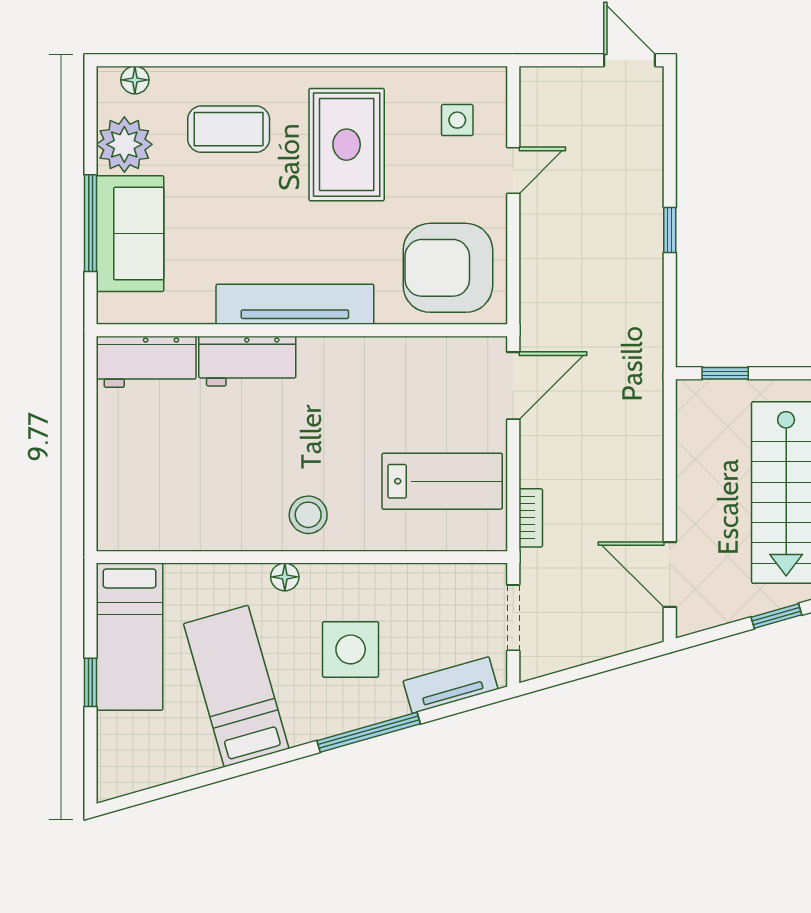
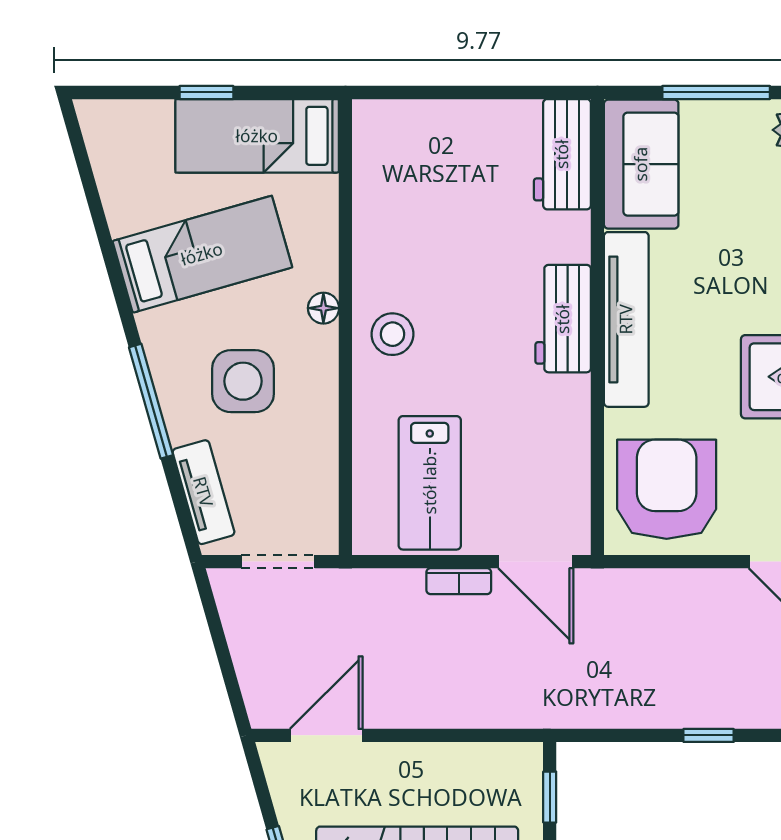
sofa: (130, 234) -> (641, 164), moved, turned -90
workbench: (247, 361) -> (563, 319), moved
bookcase: (531, 518) -> (459, 581), moved

